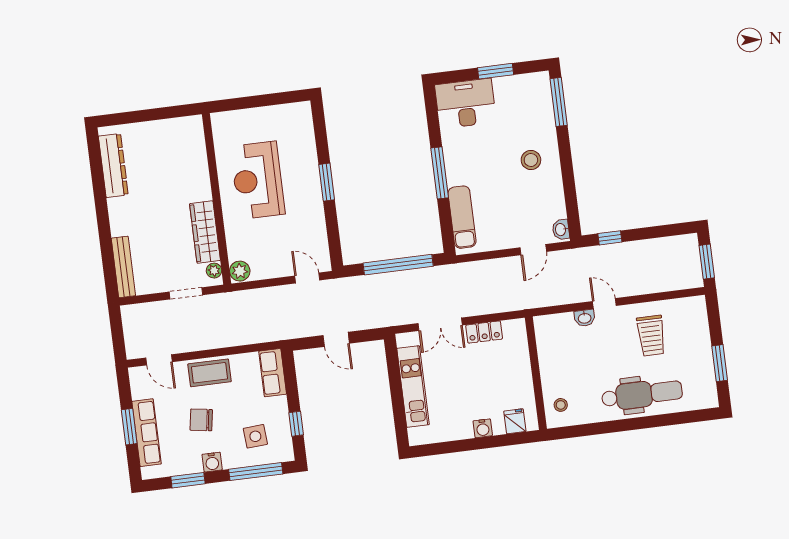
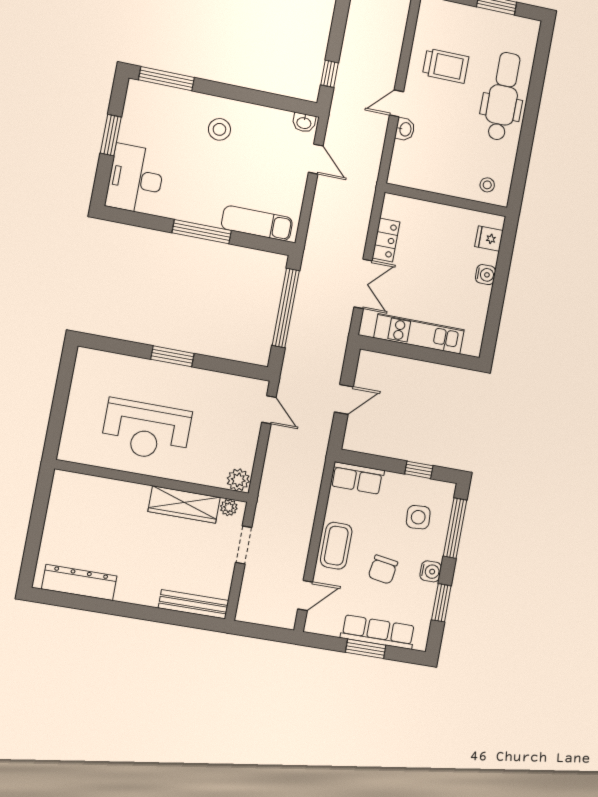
door: (307, 278) -> (269, 410), swing flipped

